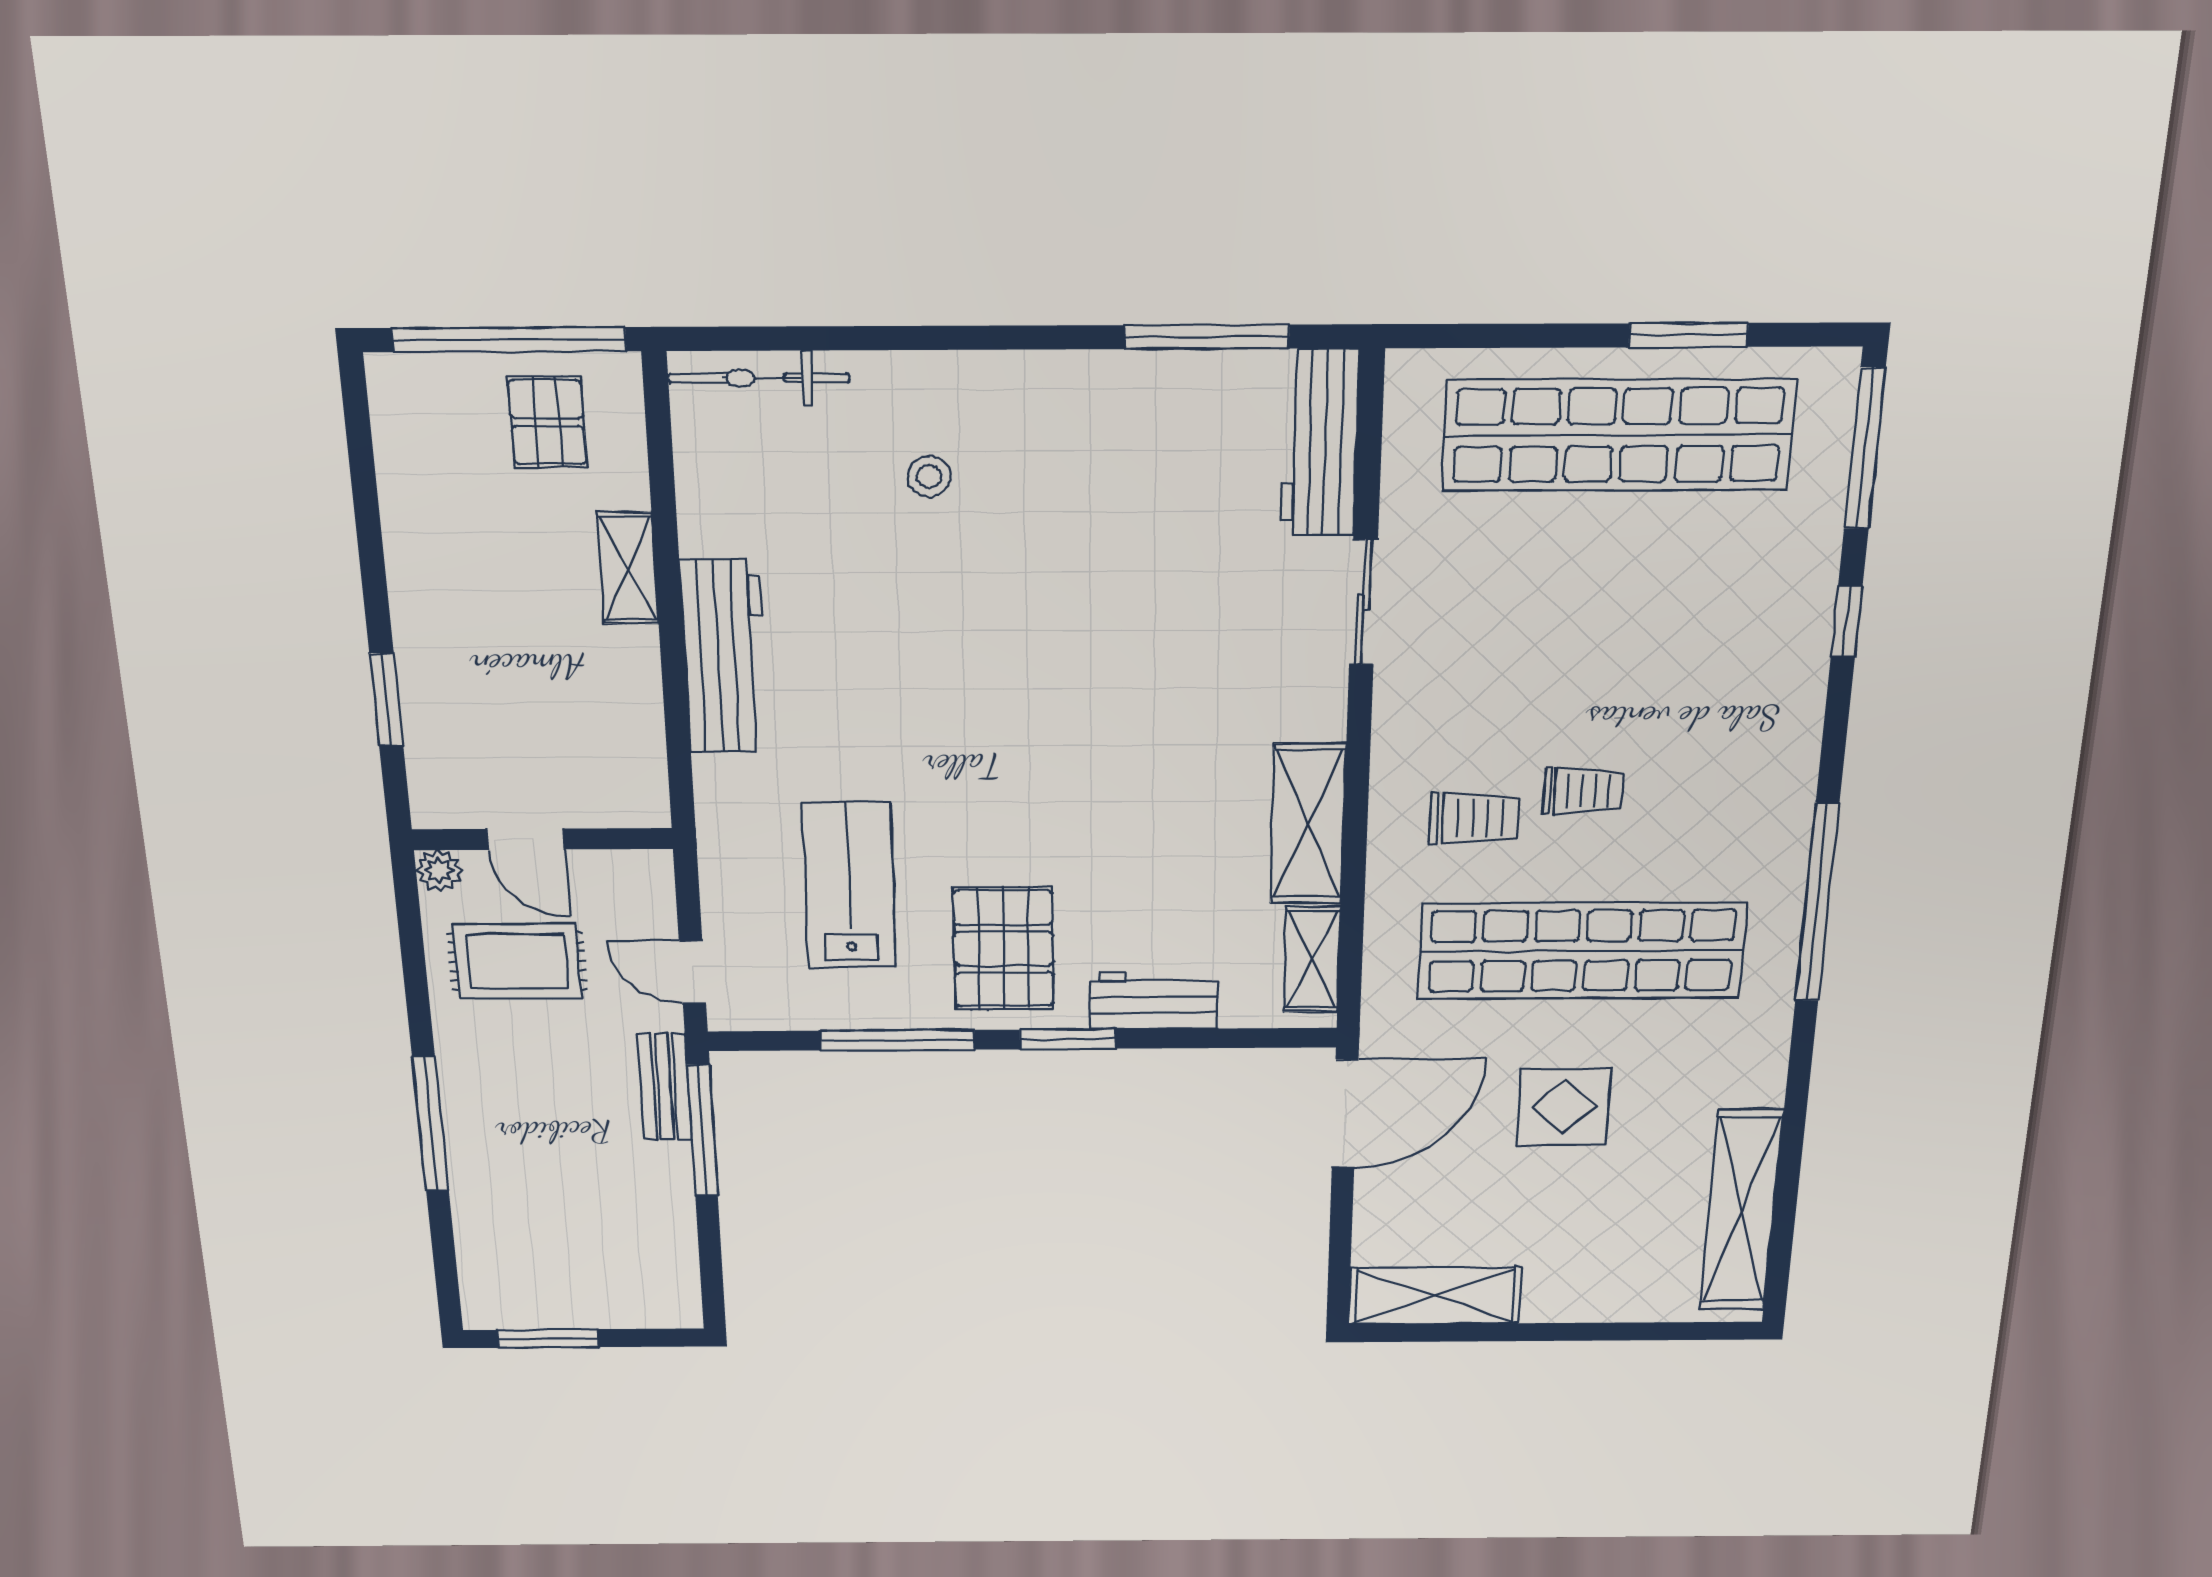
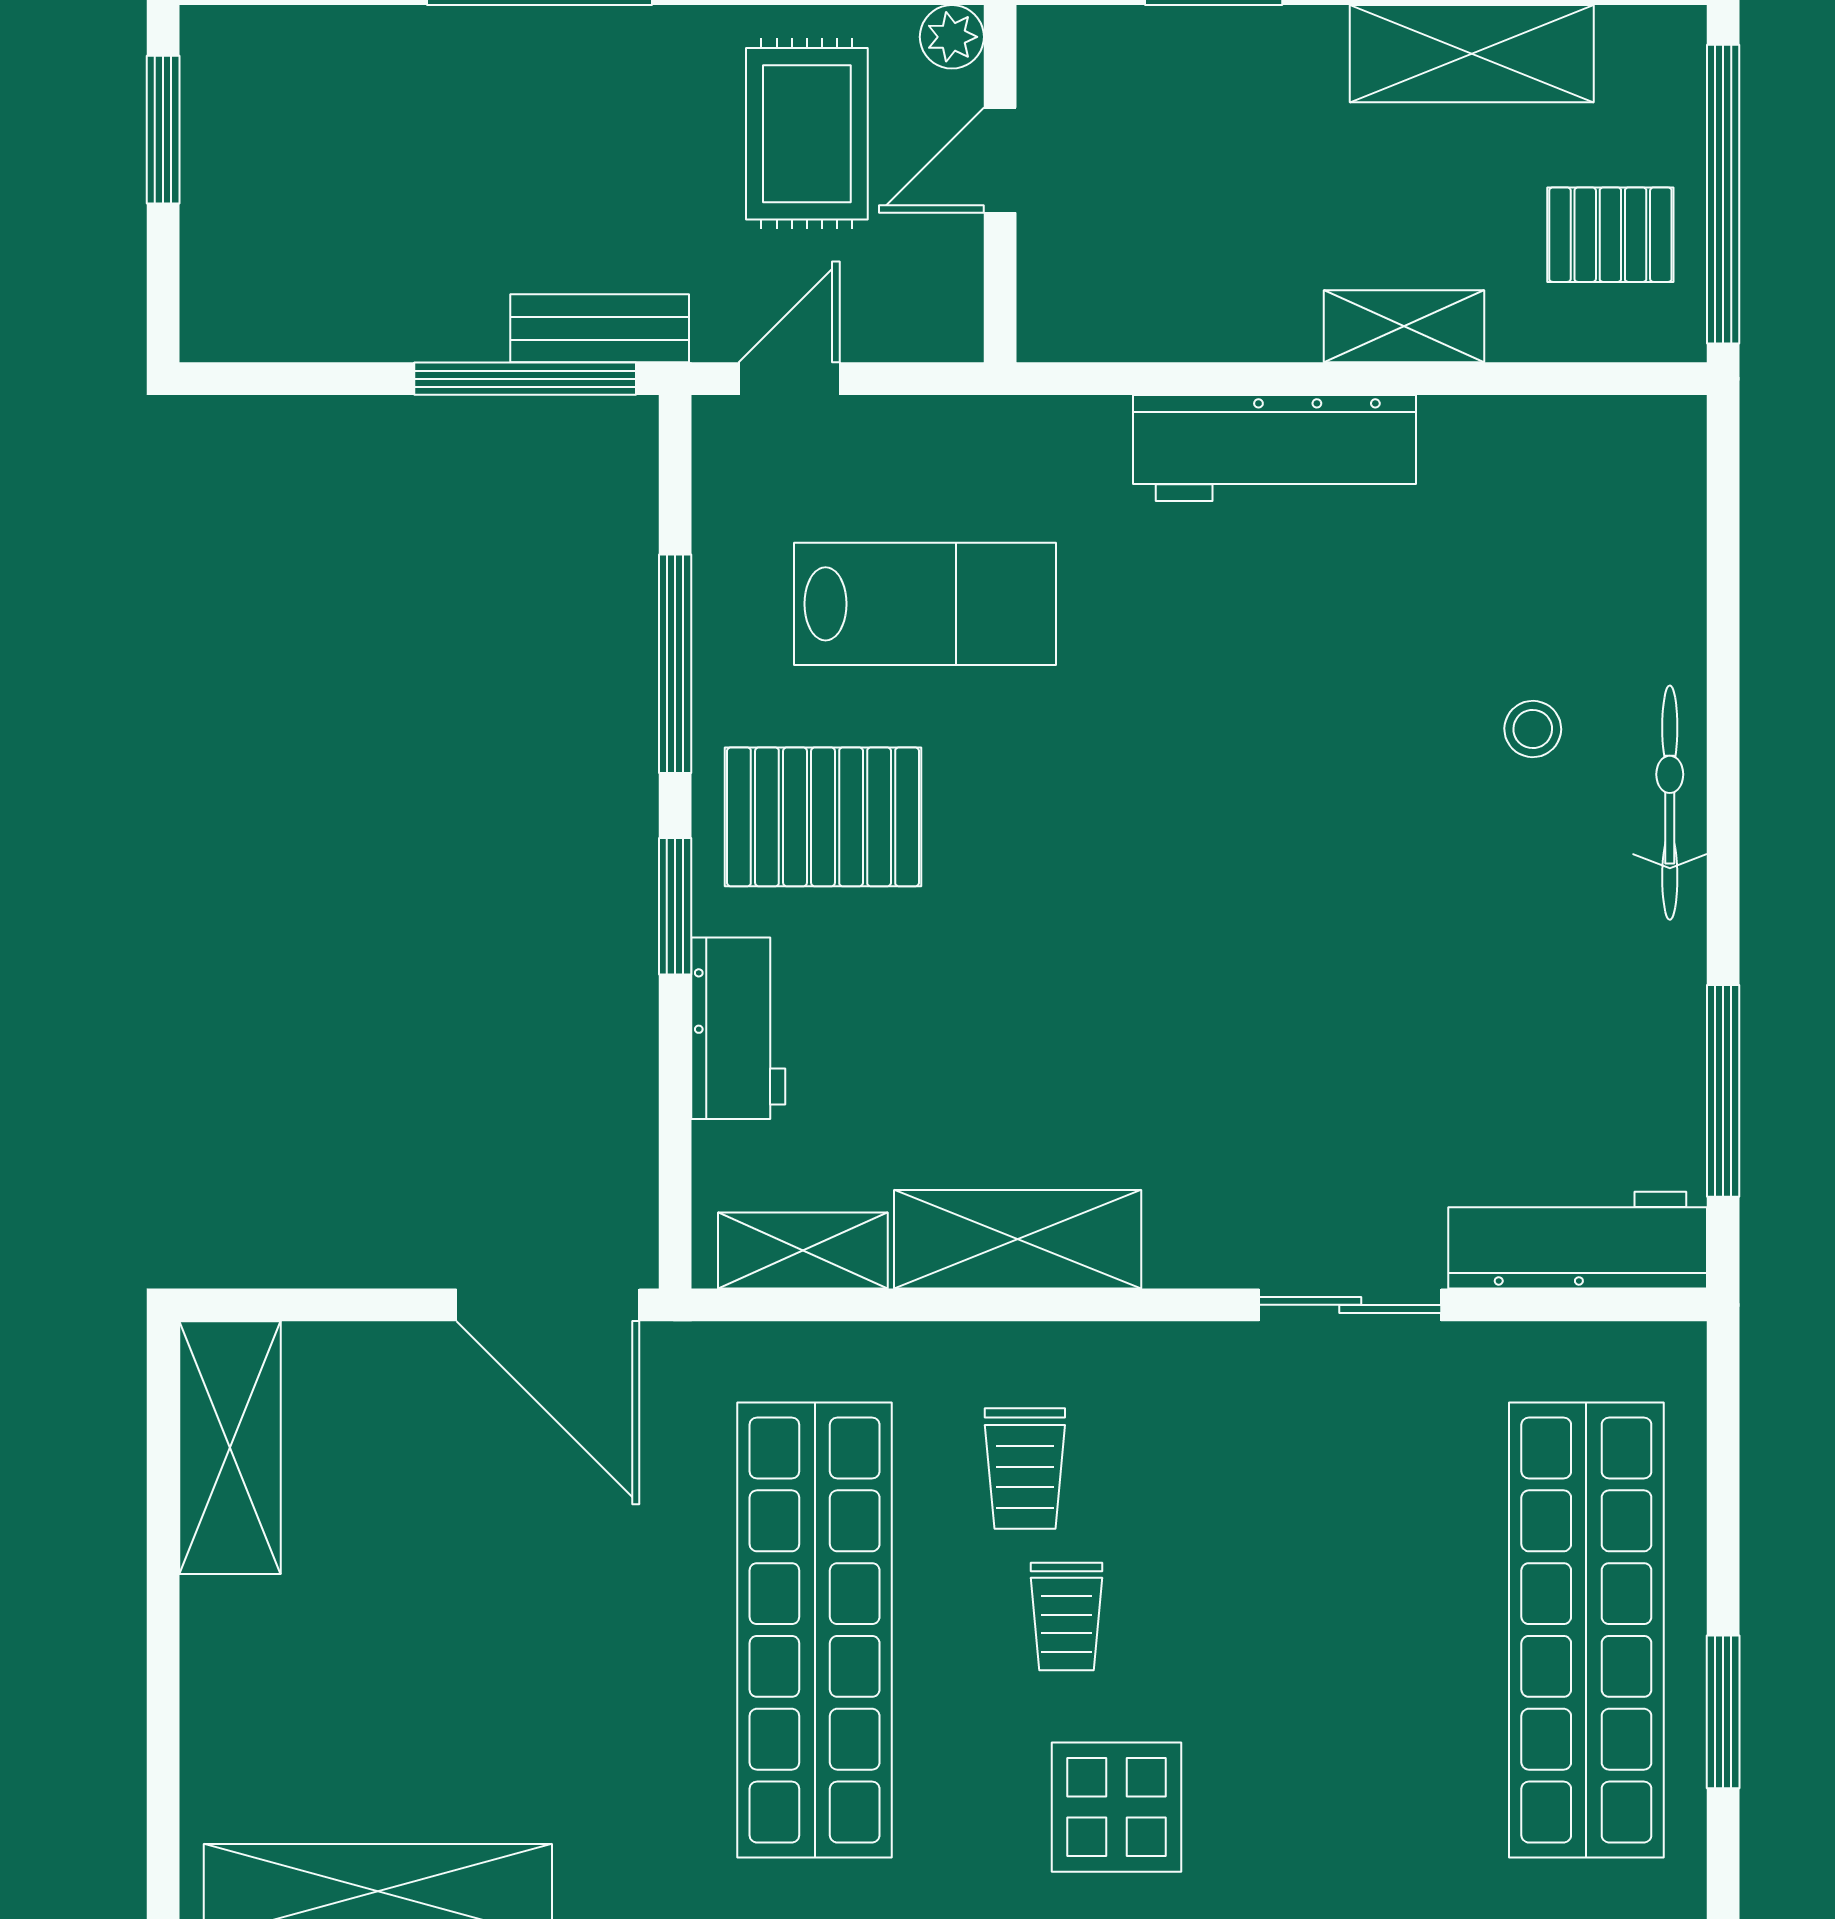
bicycle: (759, 378) -> (1670, 803), moved
shelving: (417, 522) -> (1472, 54), added
display table: (1564, 1107) -> (1116, 1807), moved

